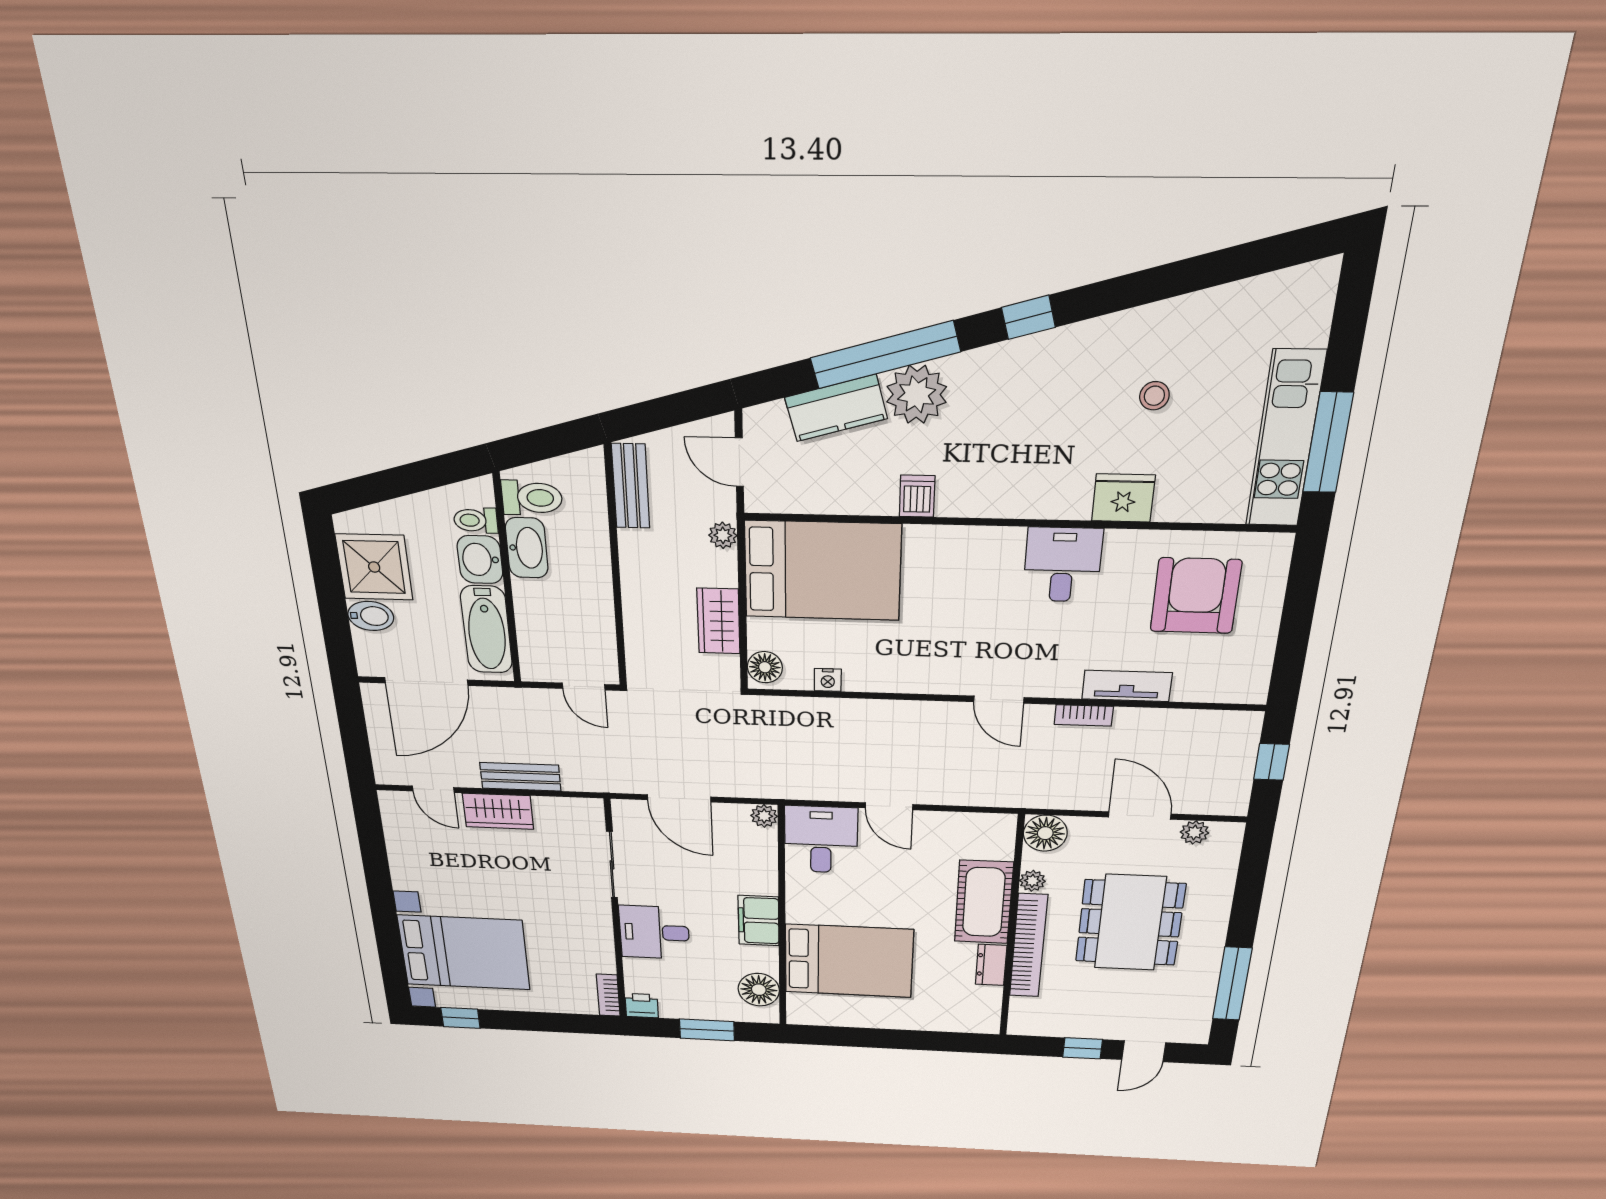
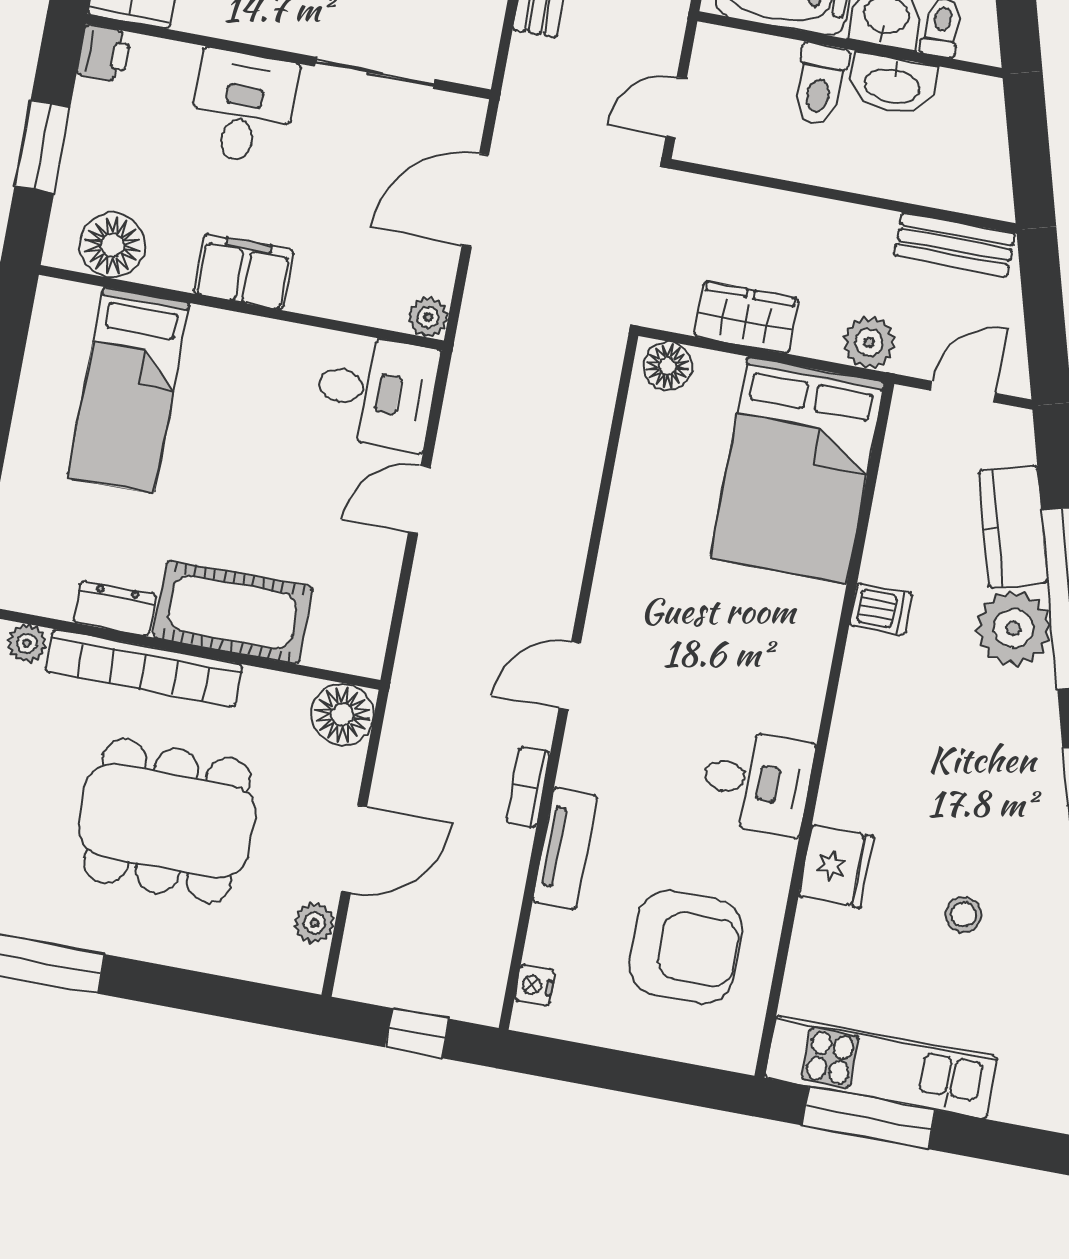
toilet: (532, 498) -> (820, 85), moved
plant: (723, 535) -> (869, 342), width x1.38, depth x1.38
nightstand: (828, 680) -> (535, 985), moved
plant: (1032, 881) -> (27, 643), moved
bed: (849, 961) -> (129, 390), width x0.67

